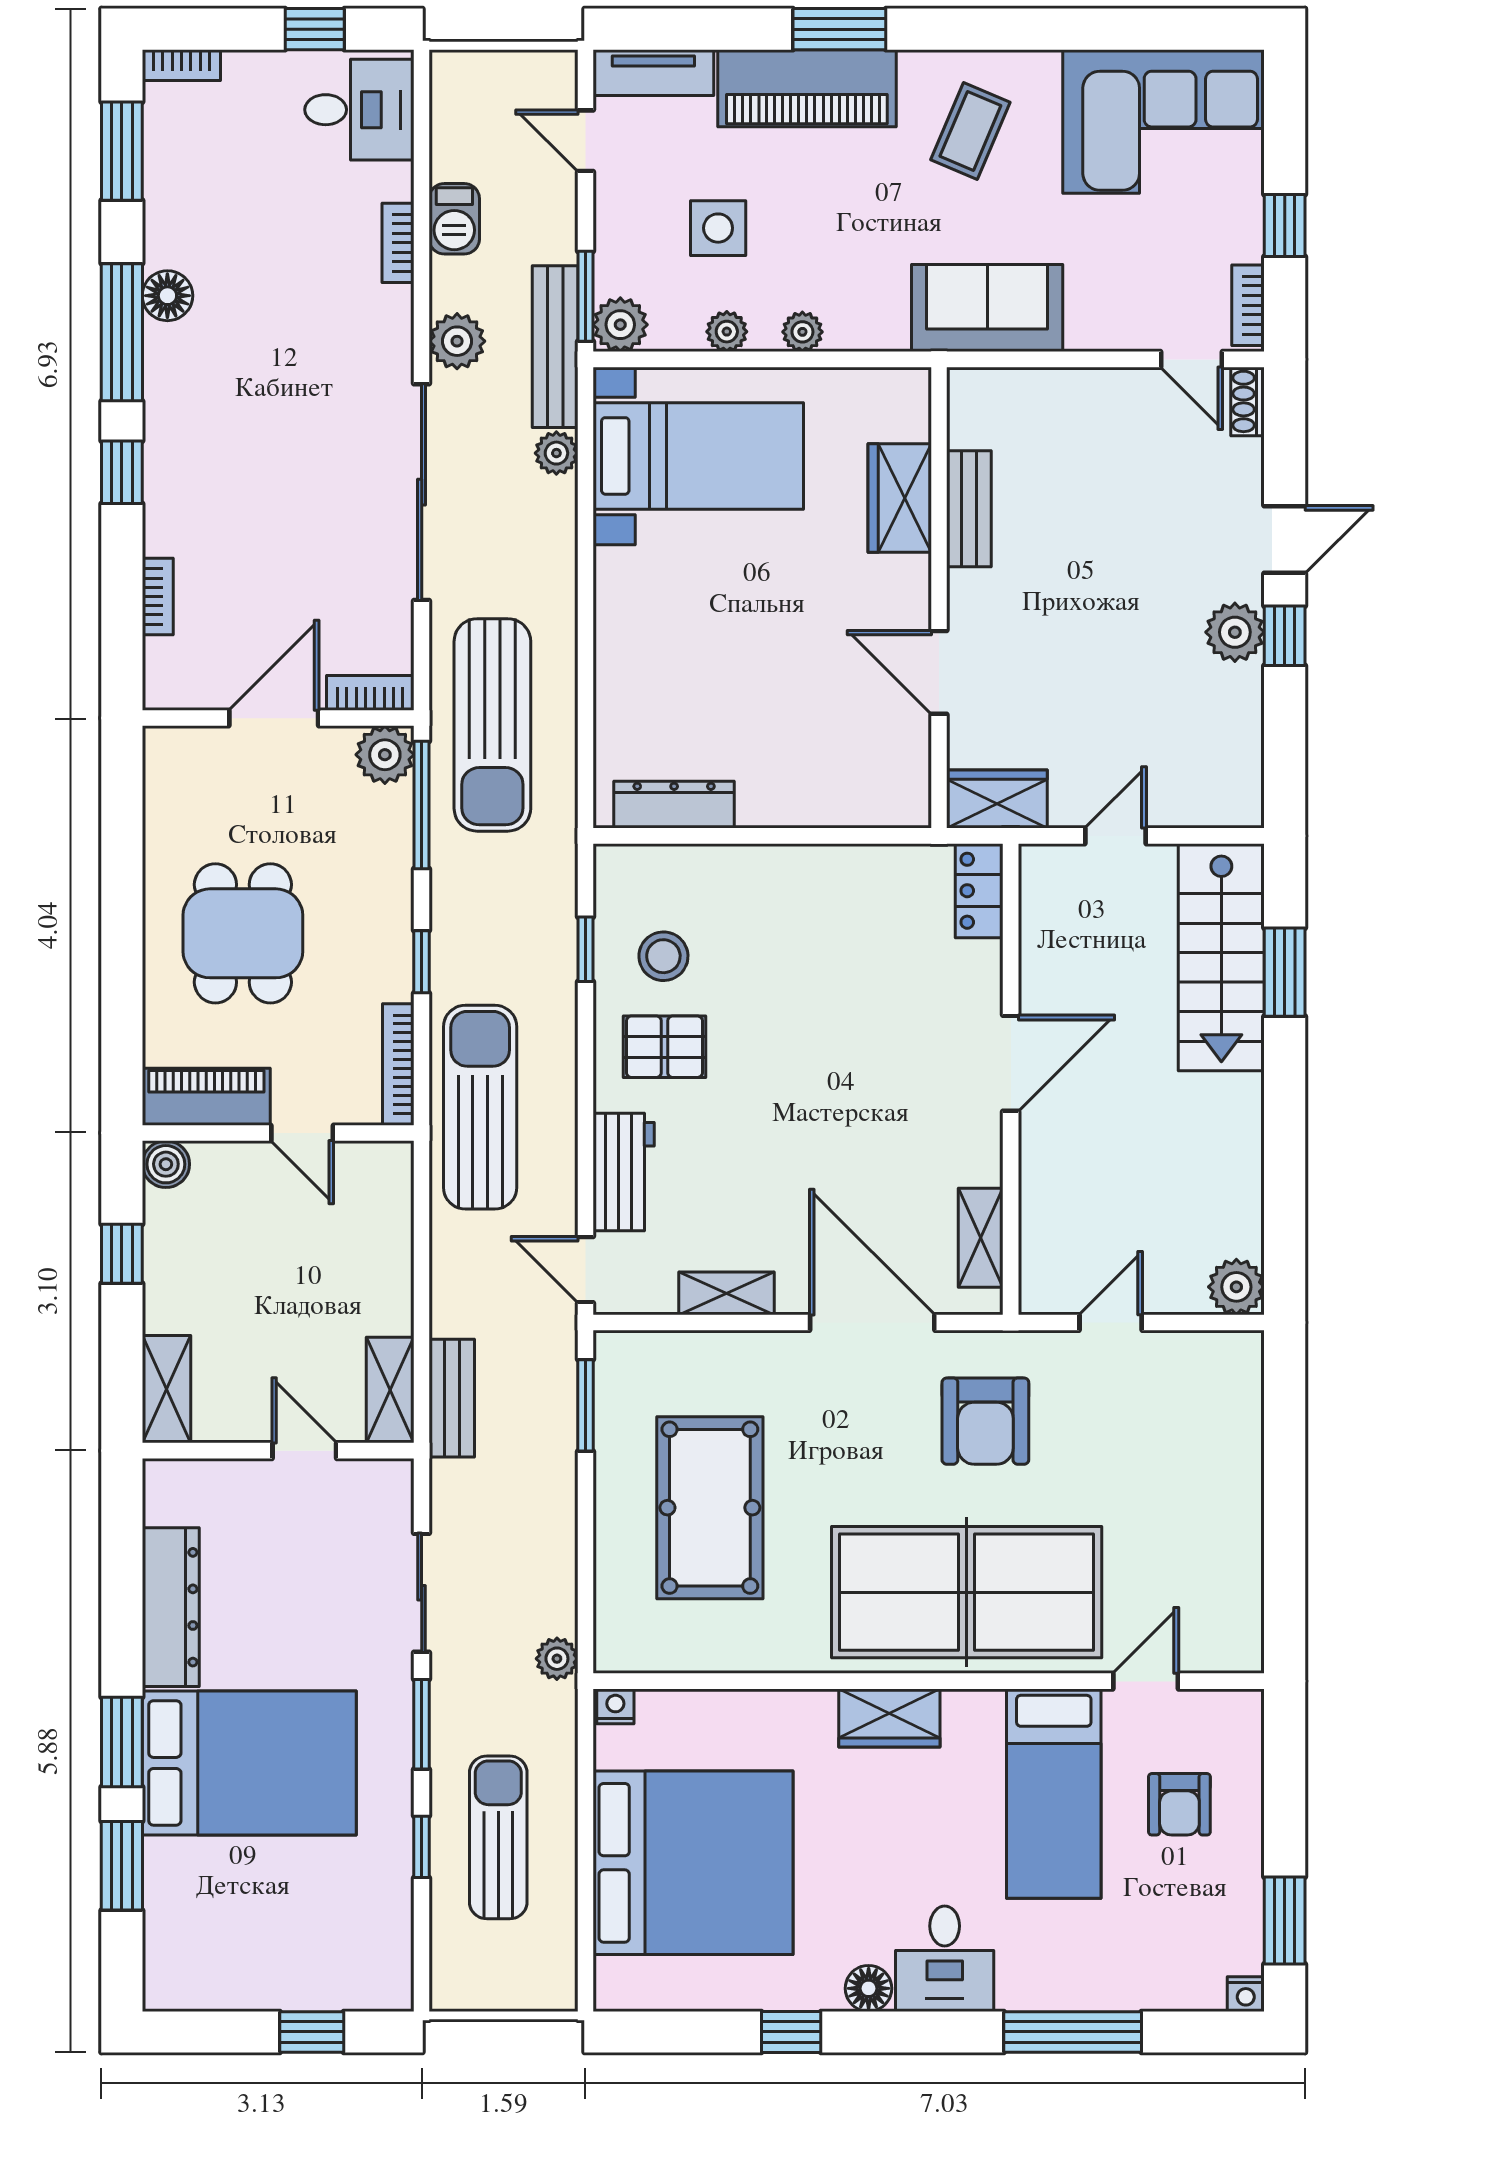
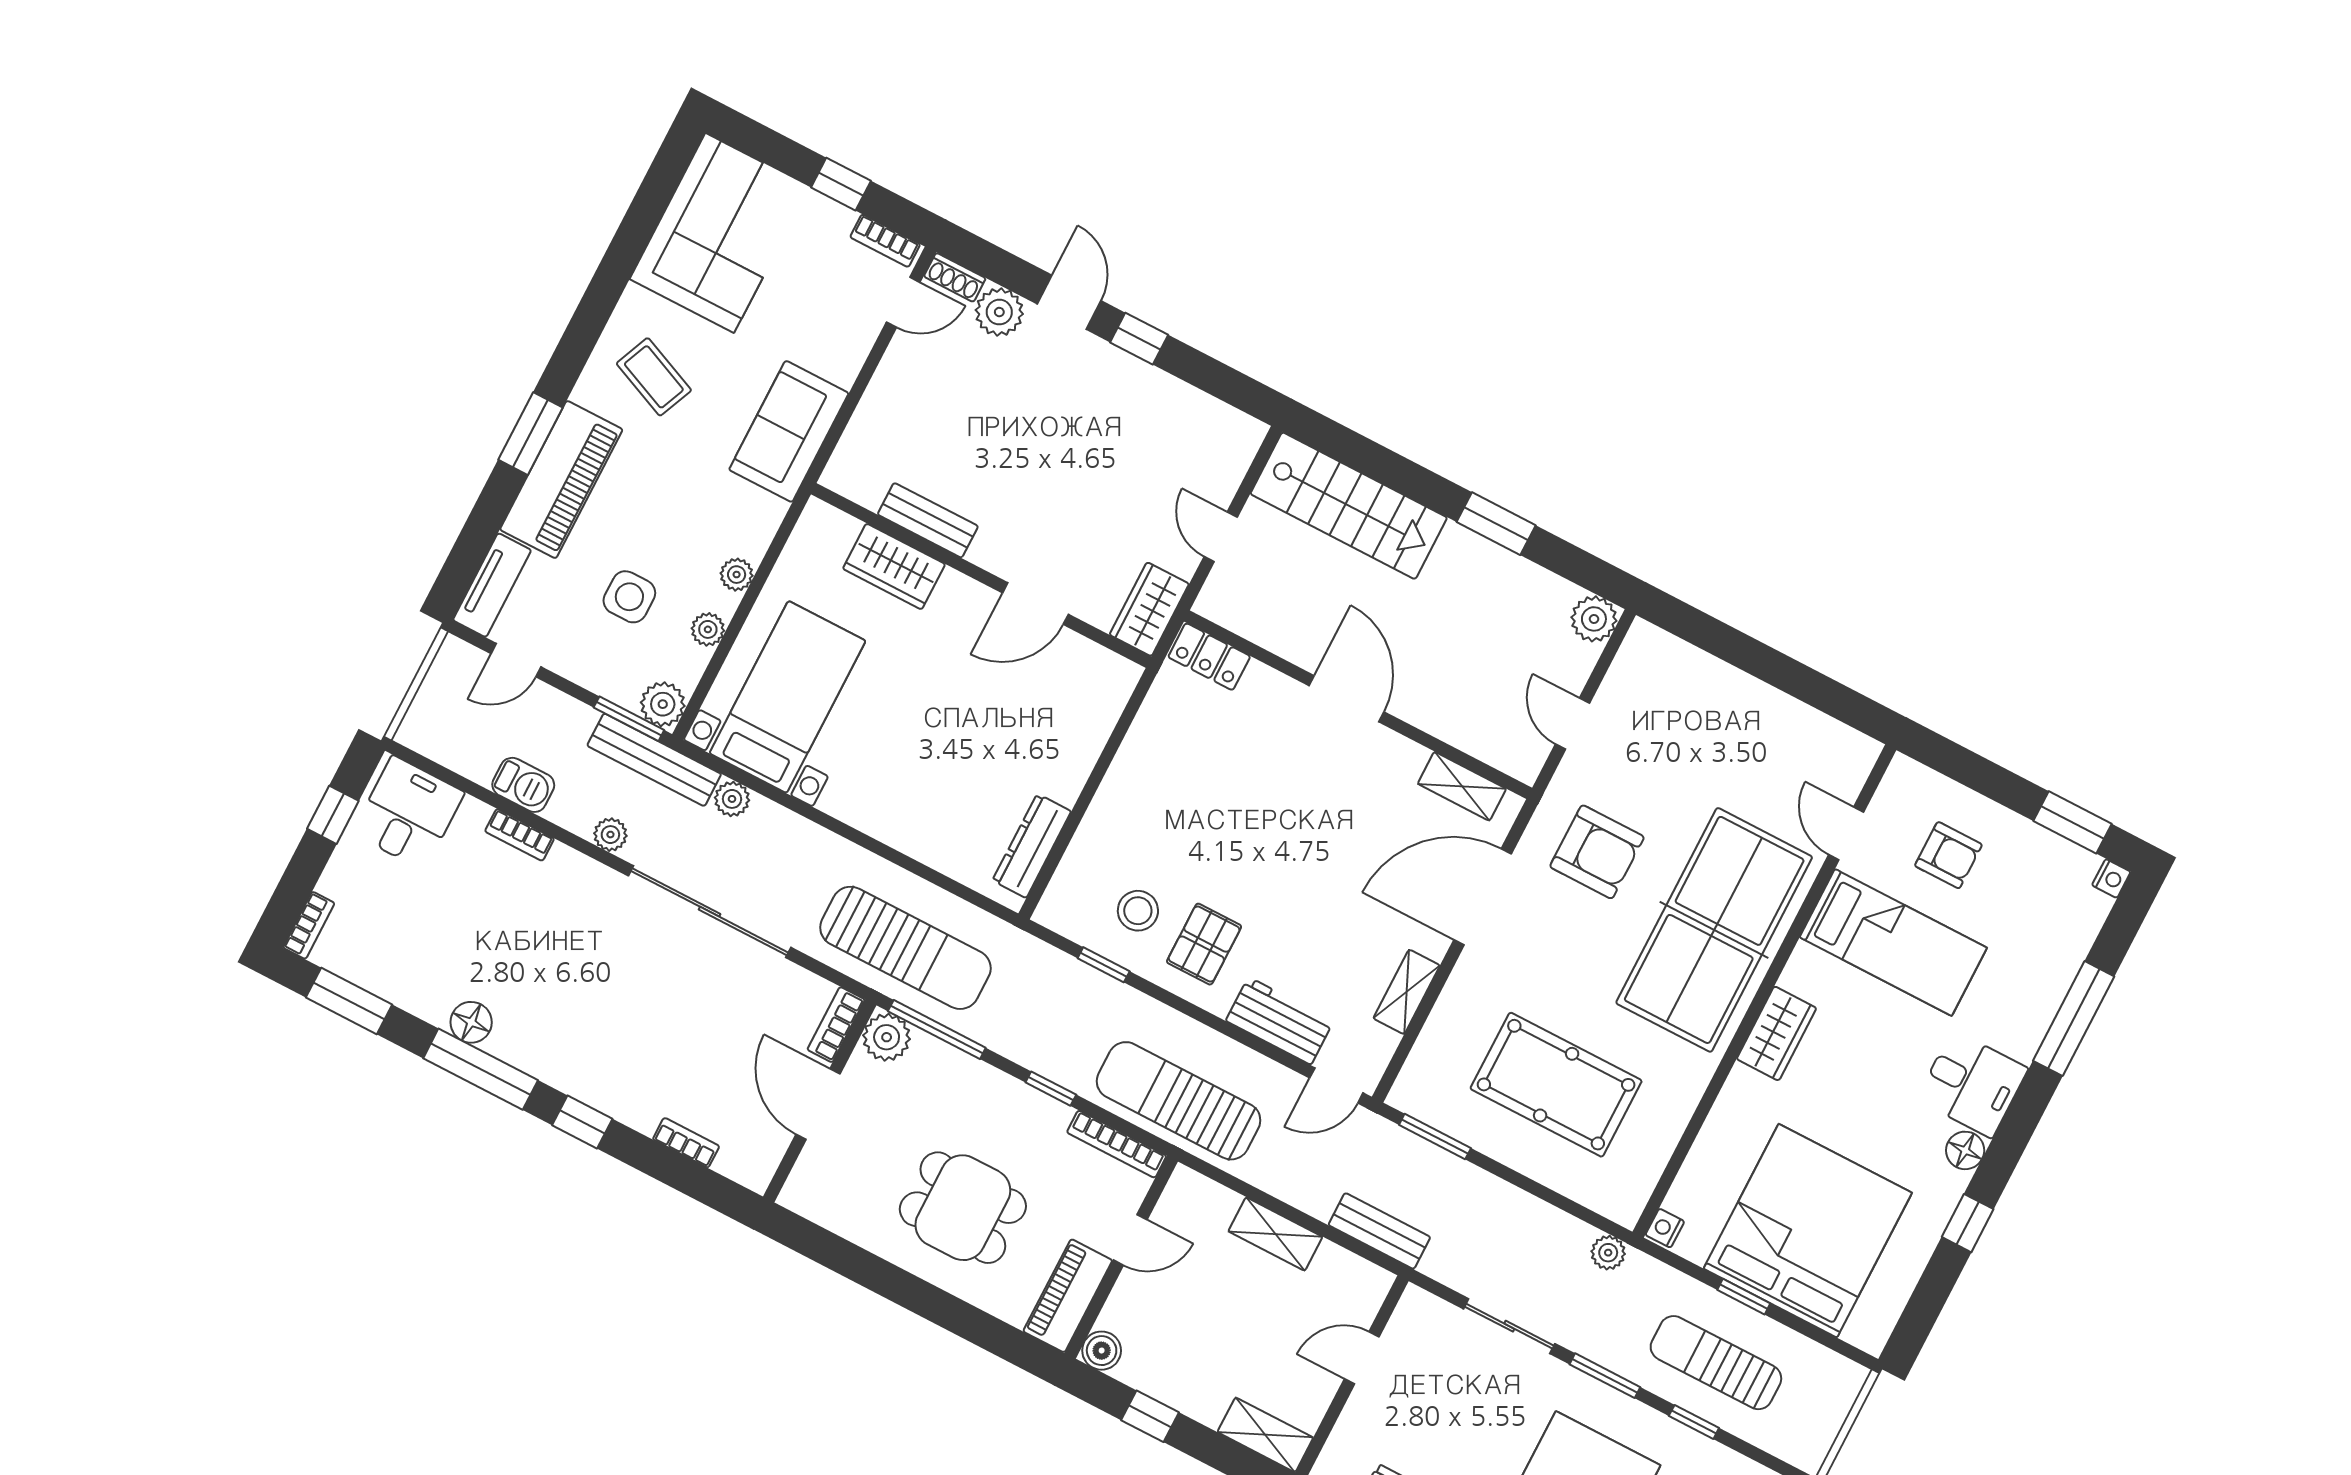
plant: (457, 341) -> (610, 835), width x0.73, depth x0.73
plant: (1235, 632) -> (999, 312), moved
window: (1285, 972) -> (1496, 524), moved
shelving: (390, 1390) -> (1275, 1234), moved
window: (585, 1830) -> (1744, 1297), added

